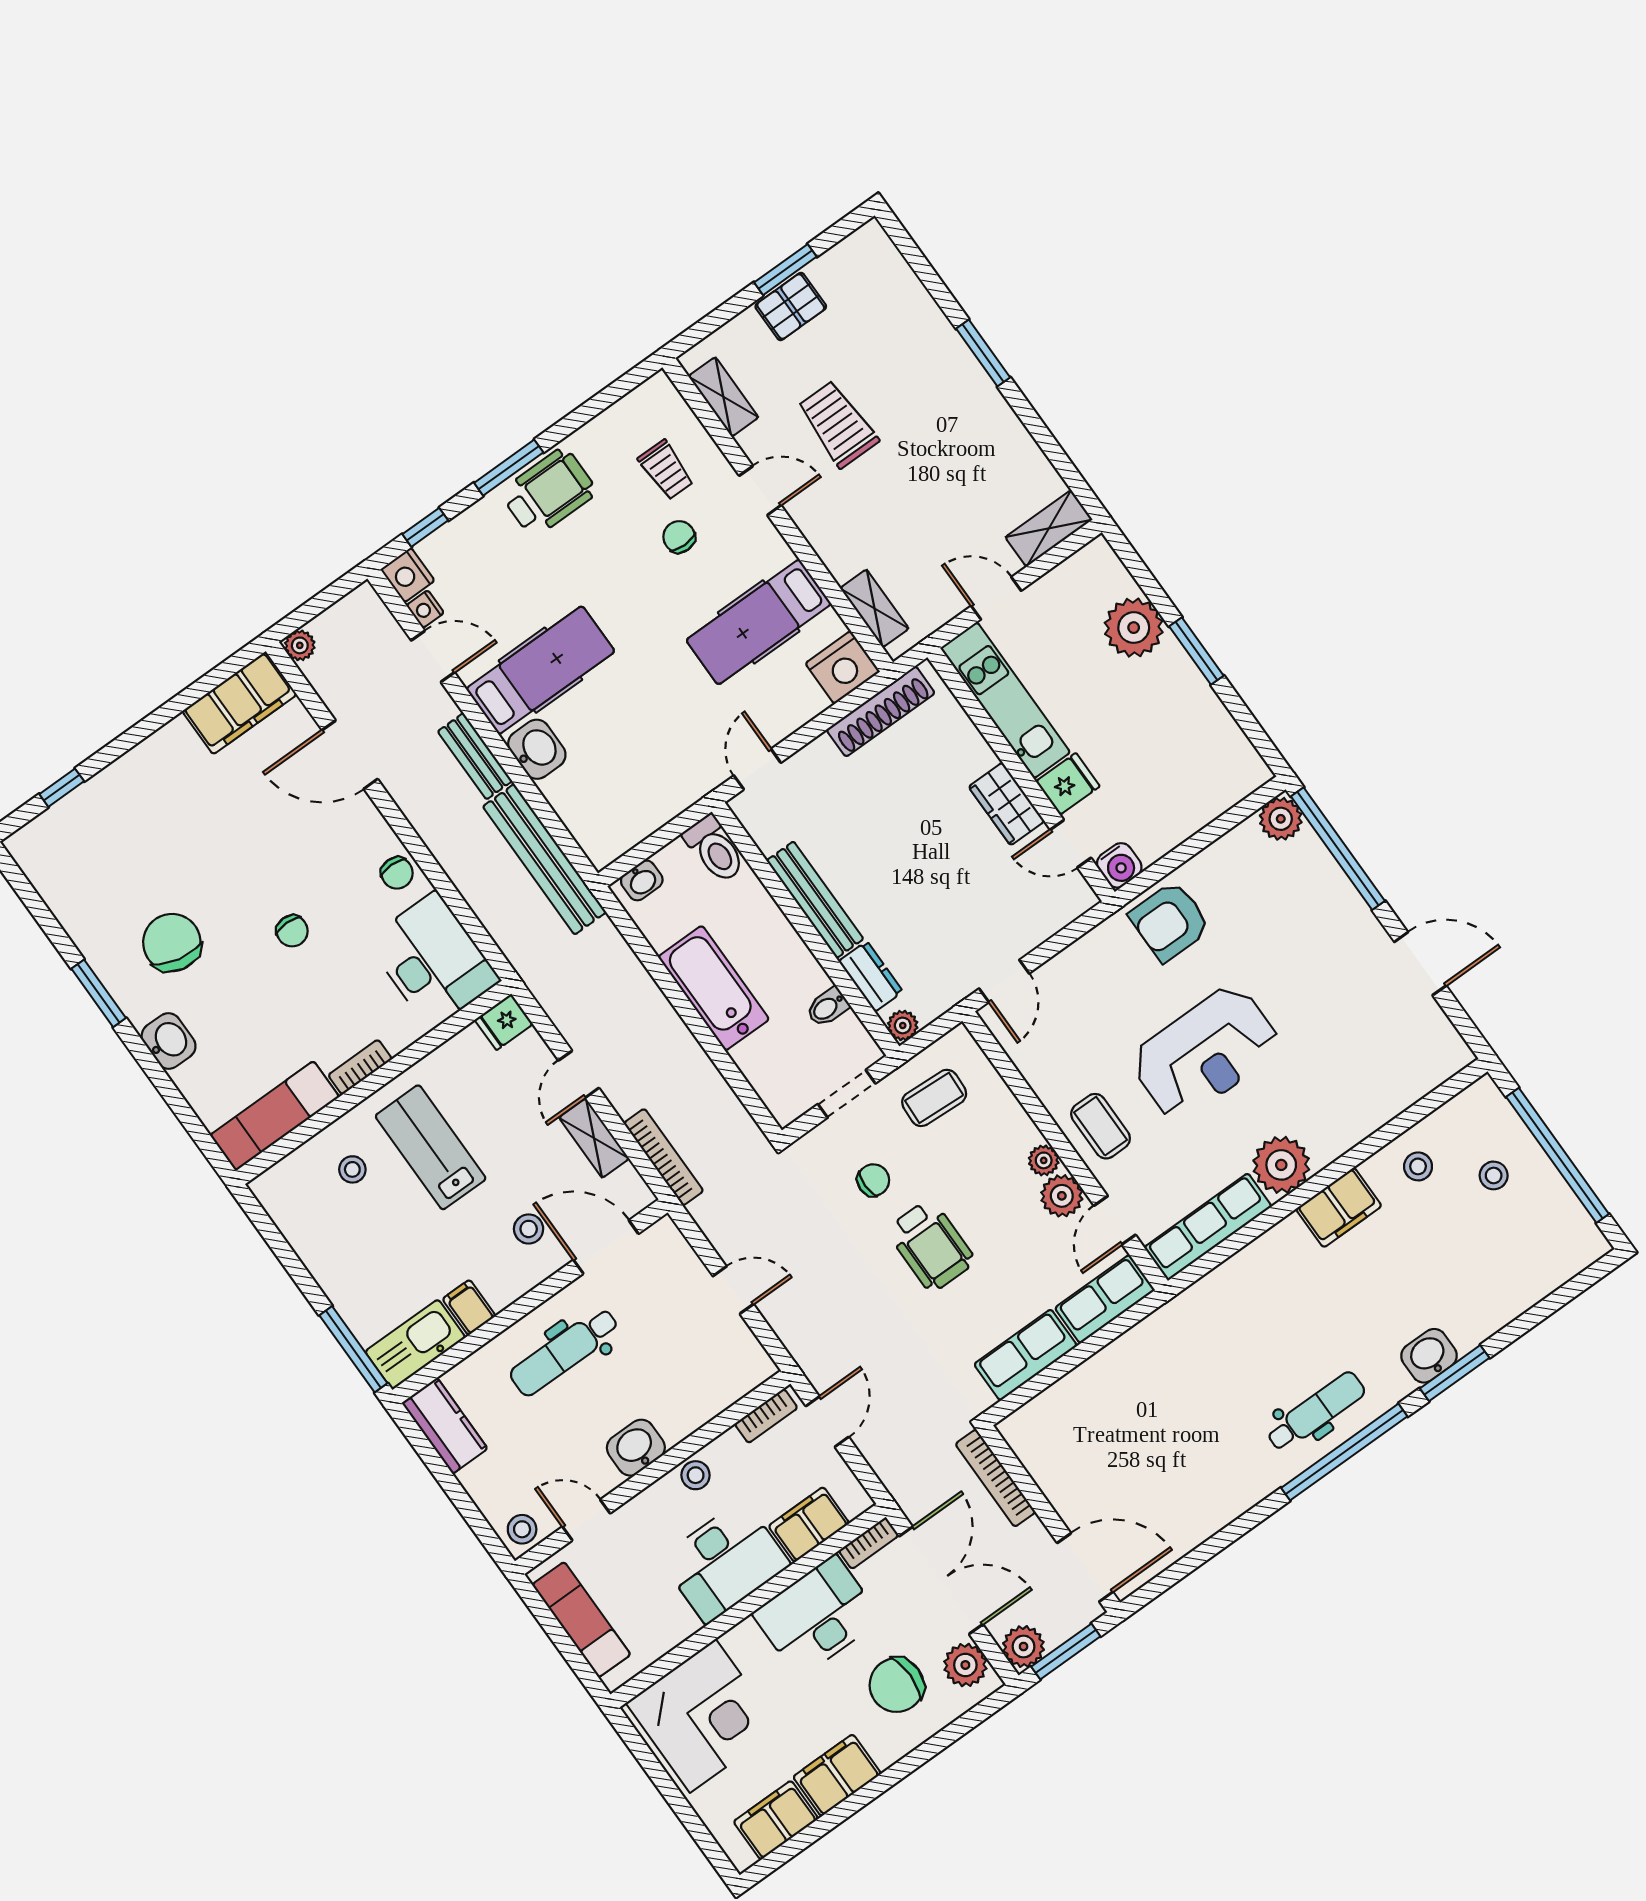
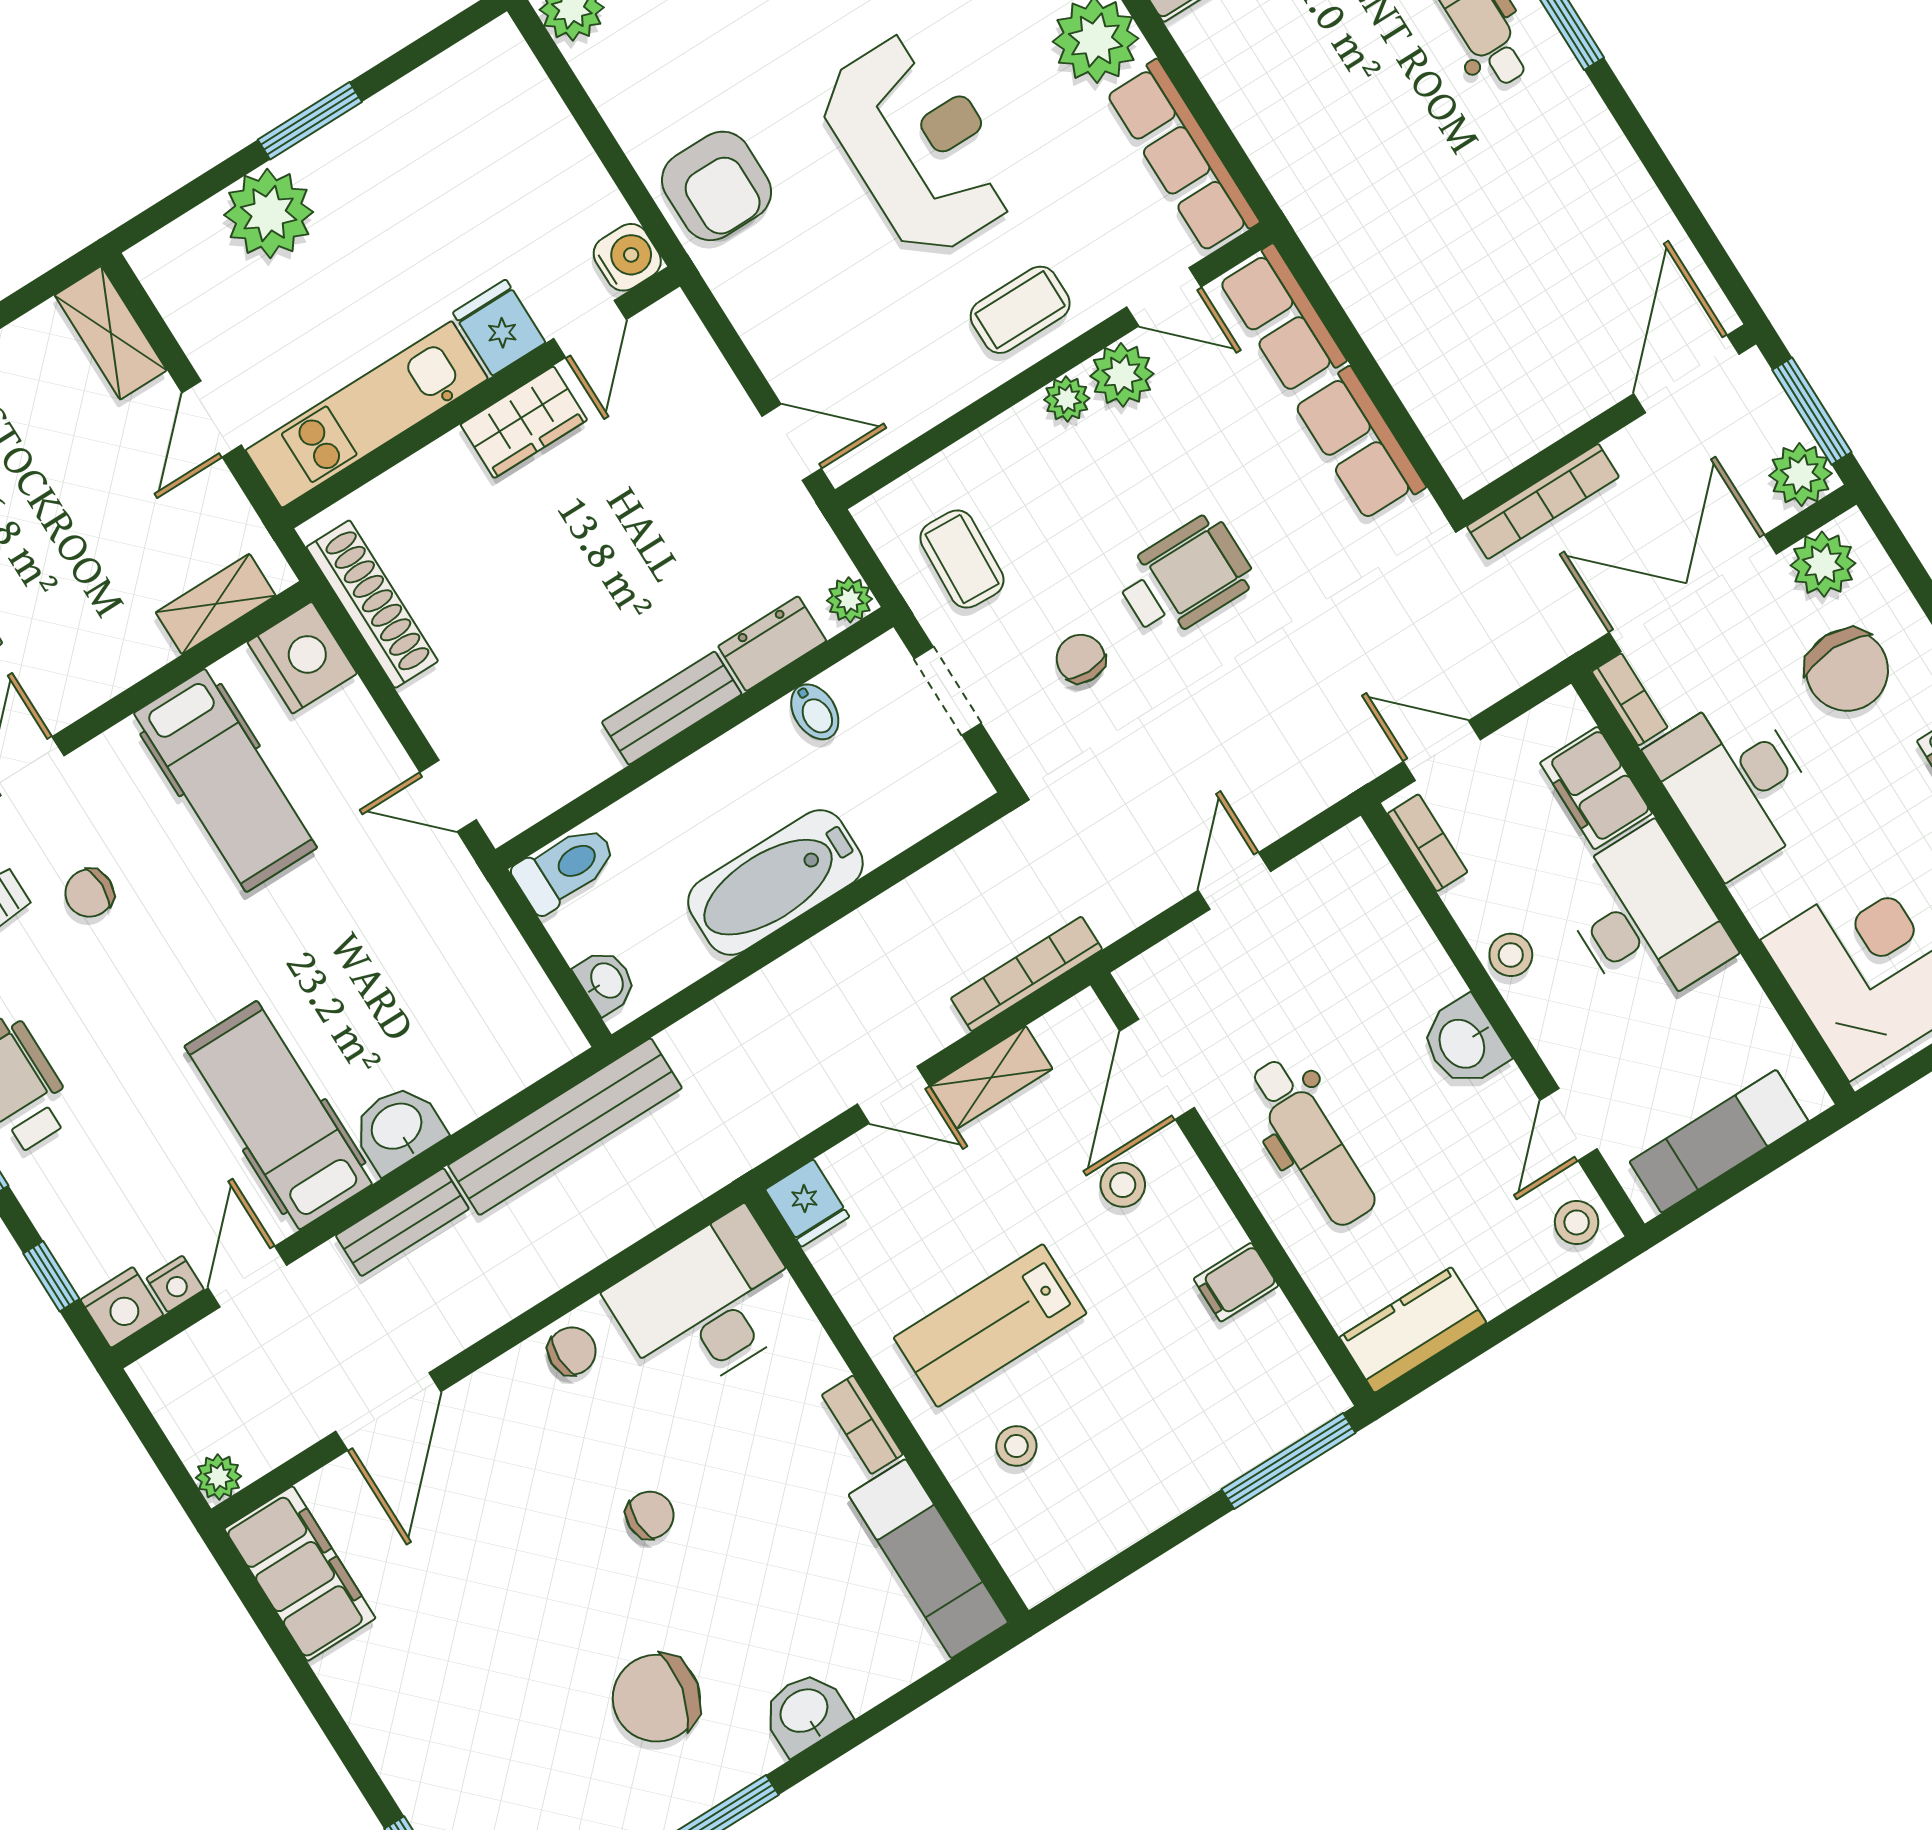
bench: (815, 900) -> (672, 708), width x0.73
kitchen sink: (415, 1345) -> (1287, 1367), removed

